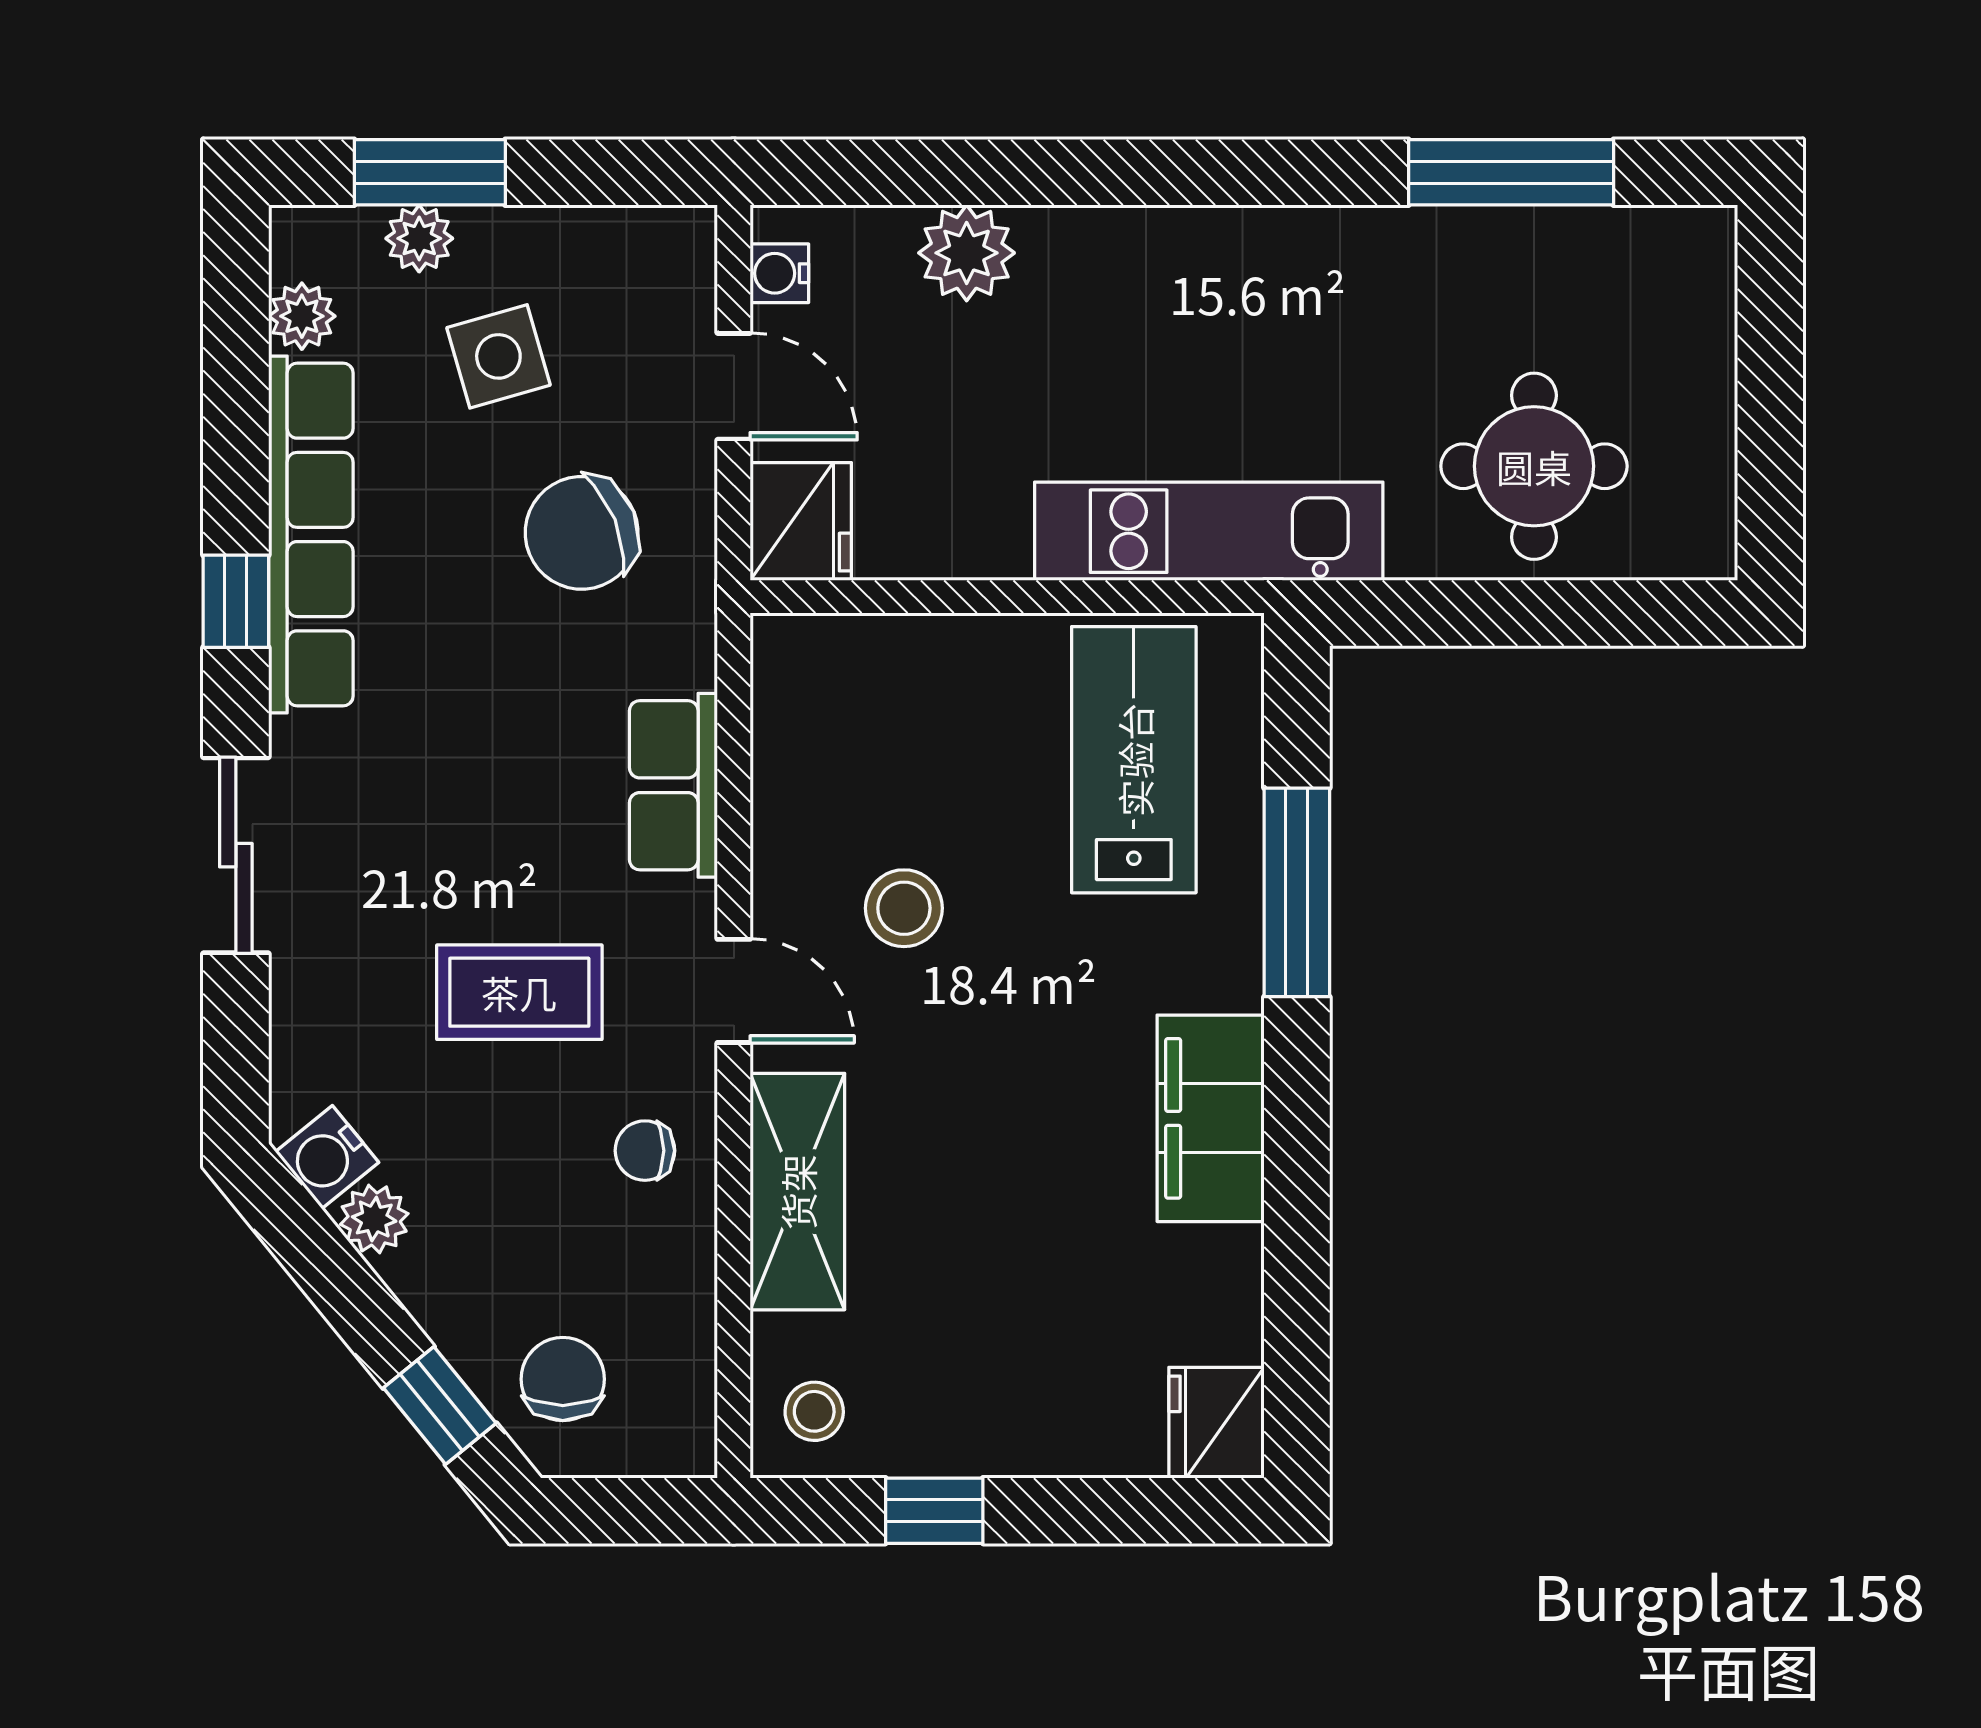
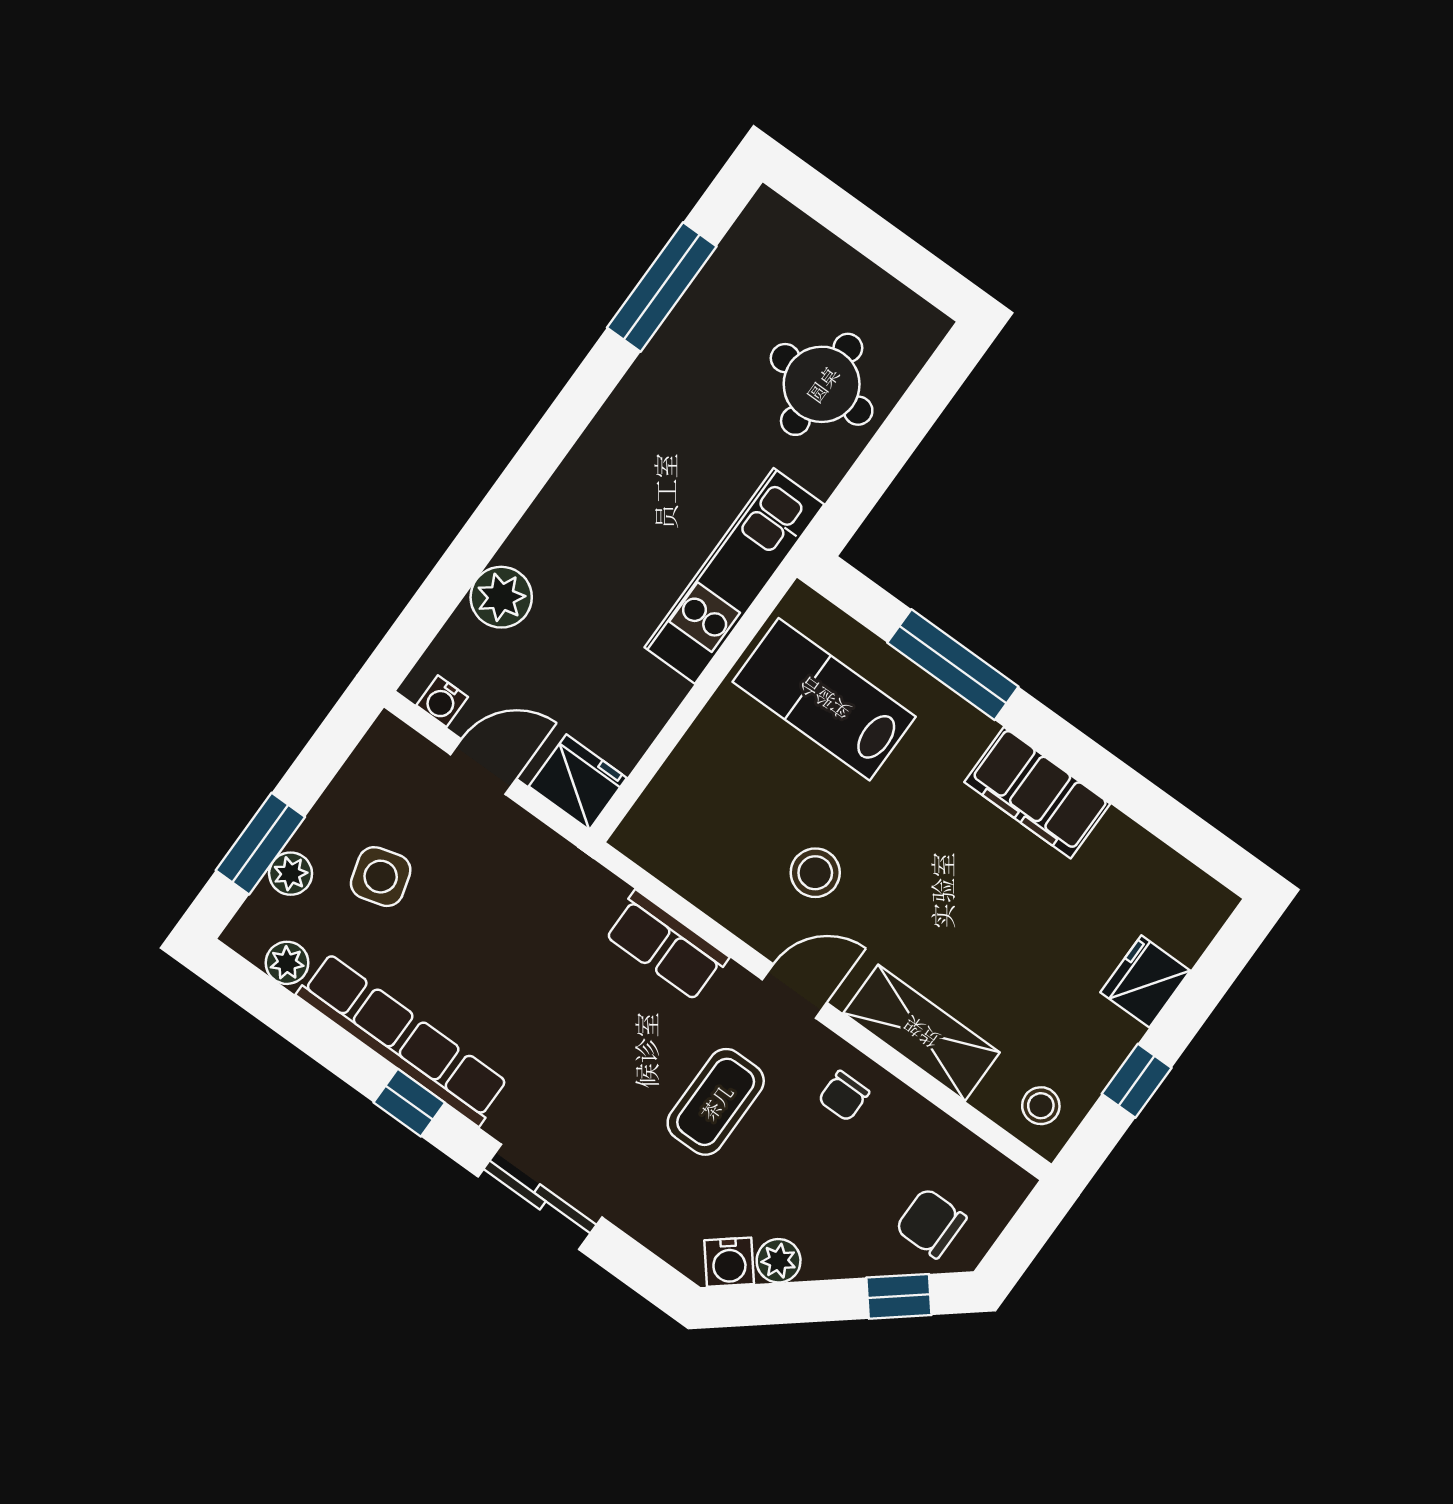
chair: (582, 533) -> (502, 899), removed
fridge: (1216, 1423) -> (1145, 981), moved, turned 90

